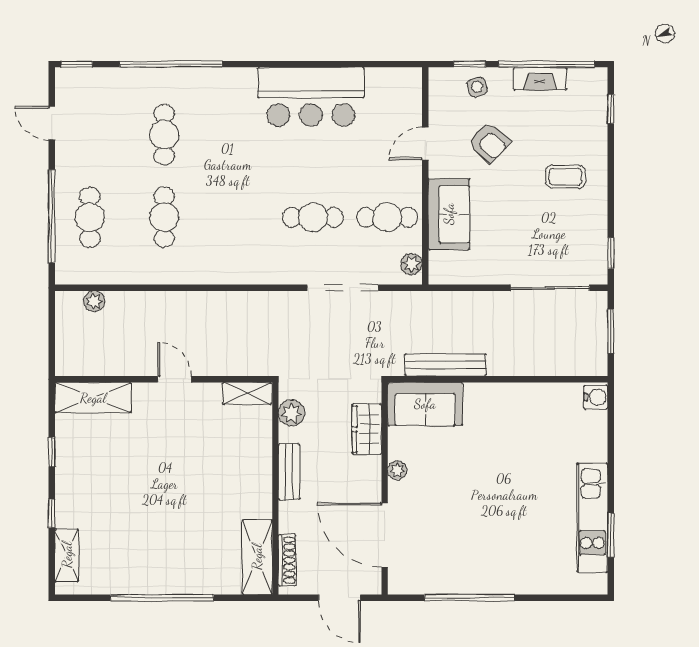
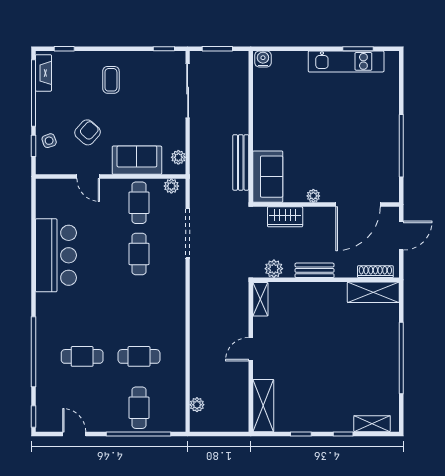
fireplace: (540, 79) -> (43, 73), moved
door: (52, 123) -> (74, 434), swing flipped
cafe table: (90, 217) -> (139, 408), turned 90
plant: (453, 274) -> (178, 157), added

